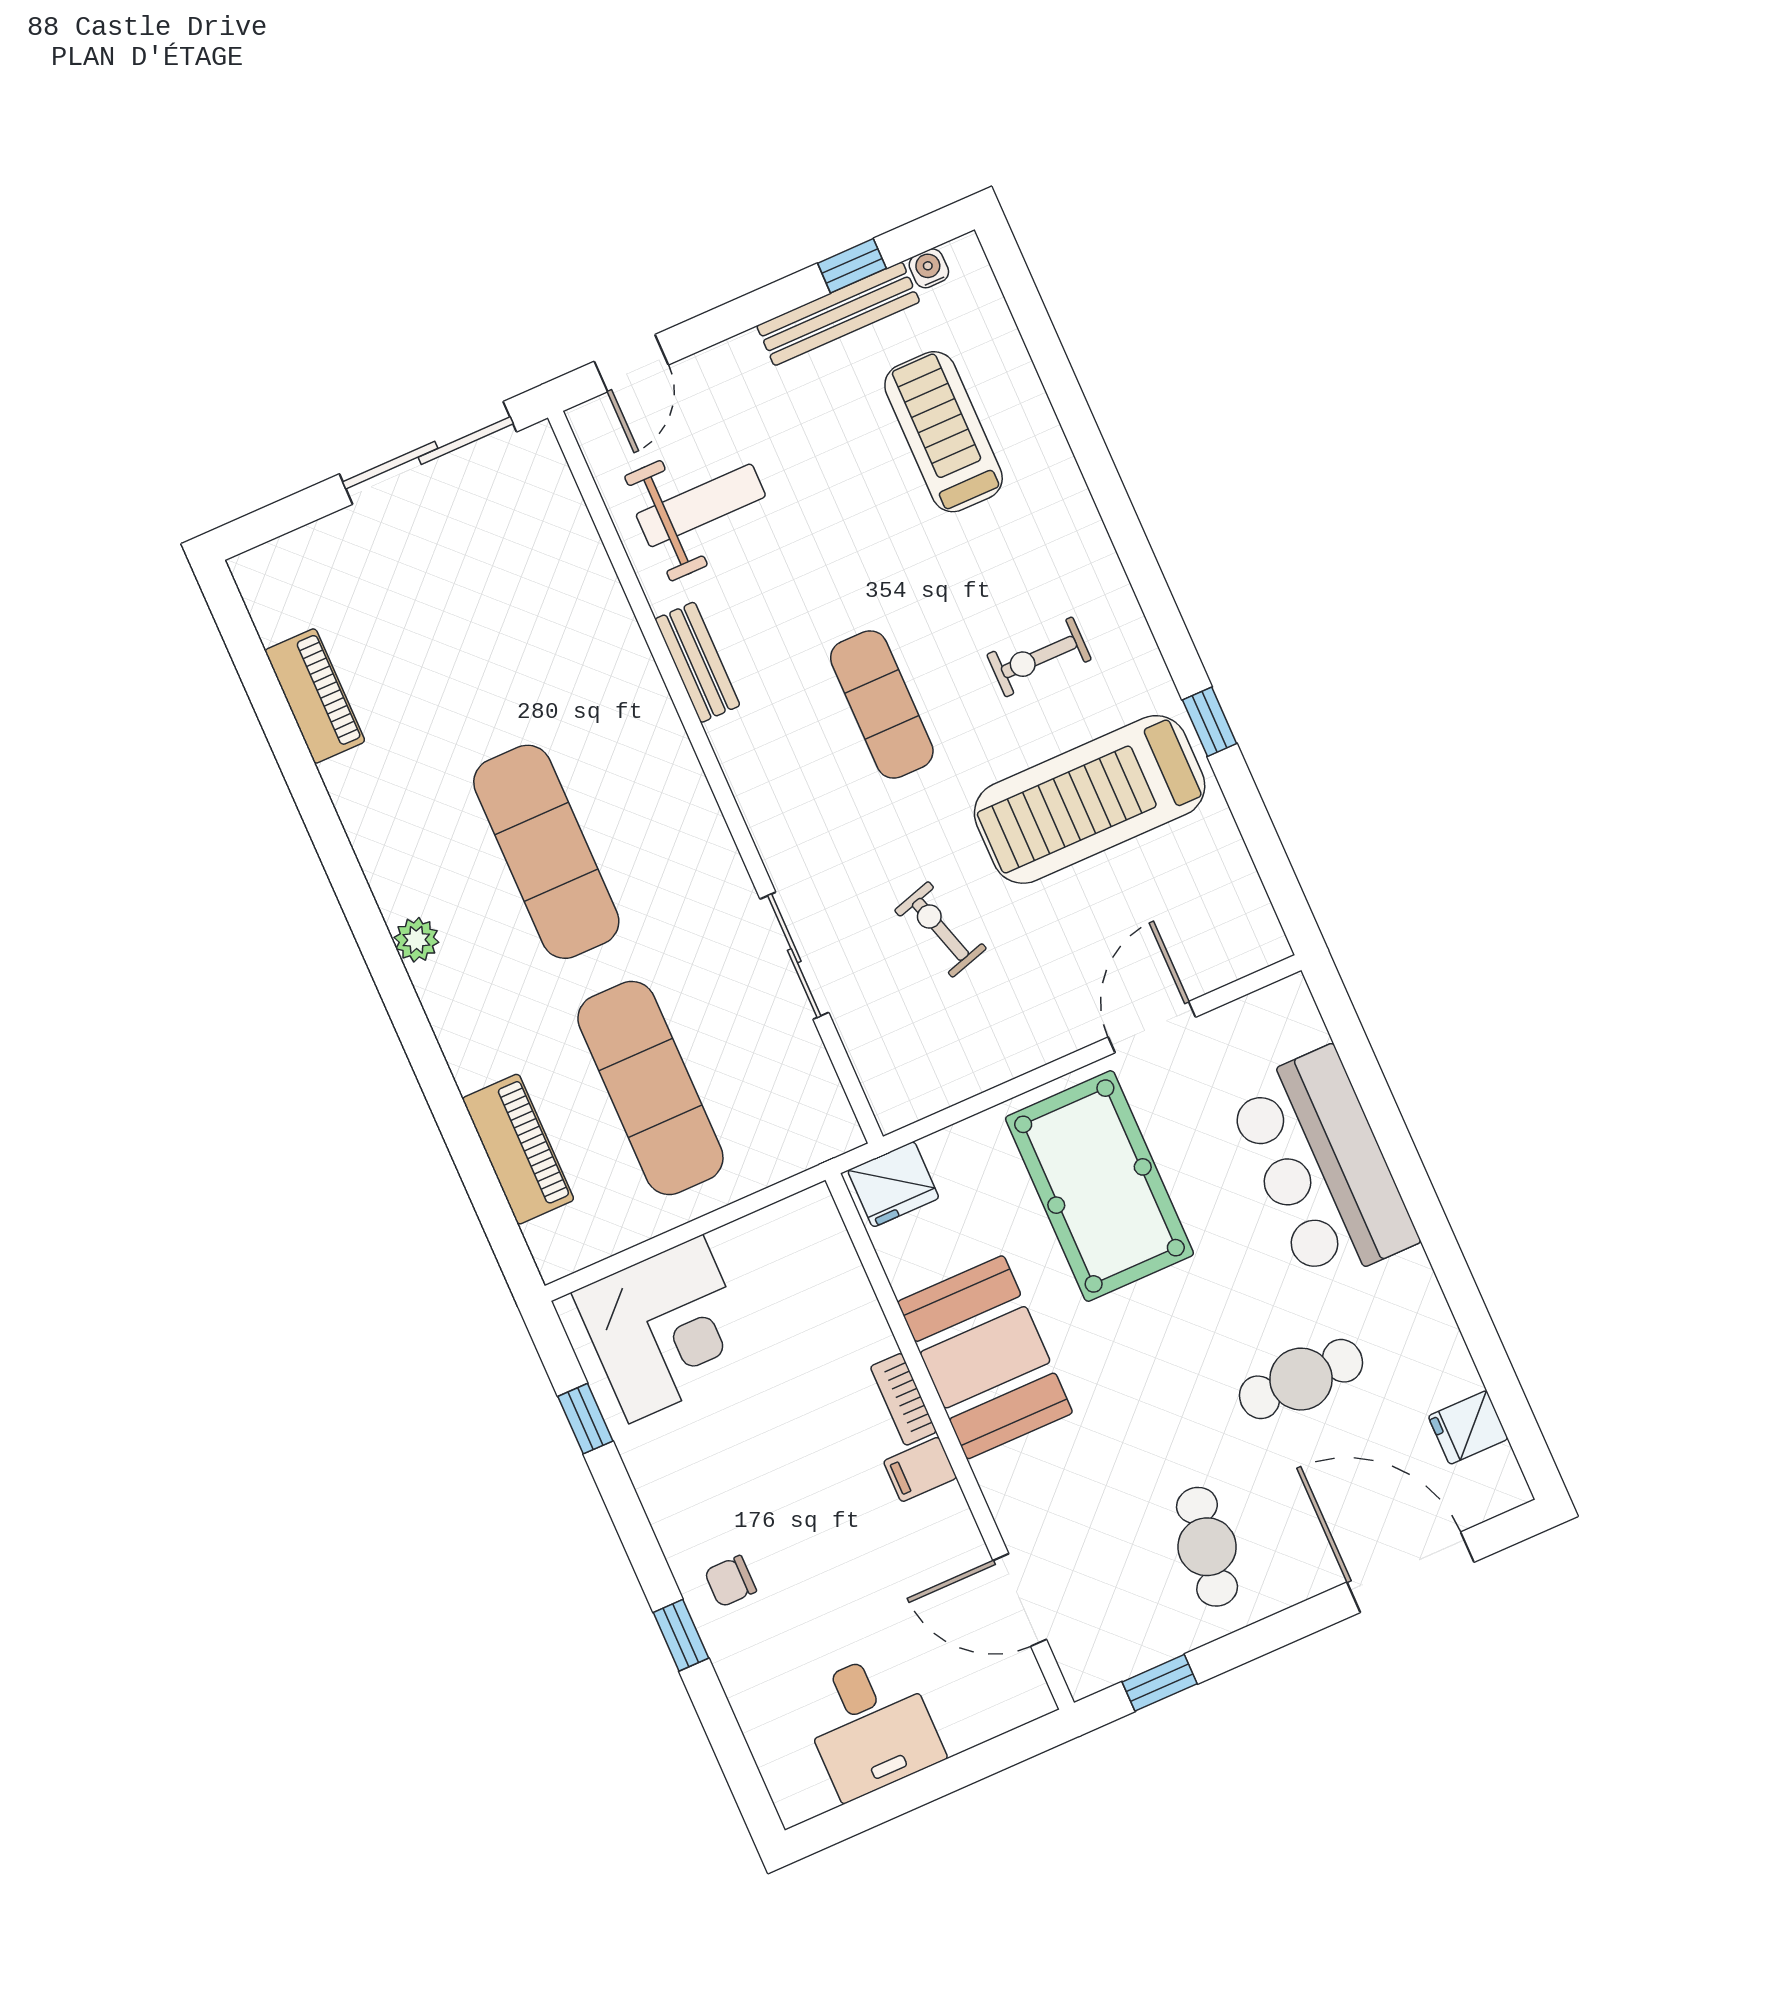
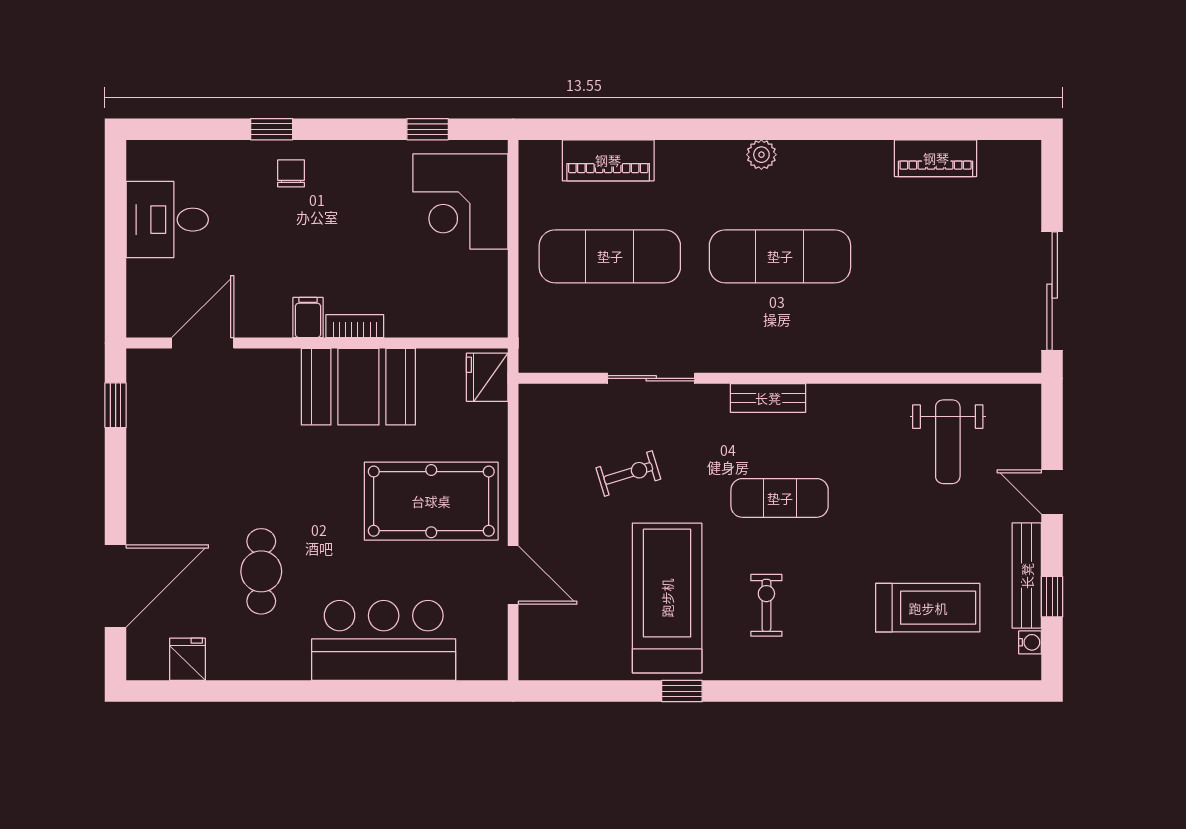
door: (631, 363) -> (1052, 492), moved
bench: (697, 662) -> (768, 398), moved
cafe table: (1207, 1547) -> (185, 470), removed

